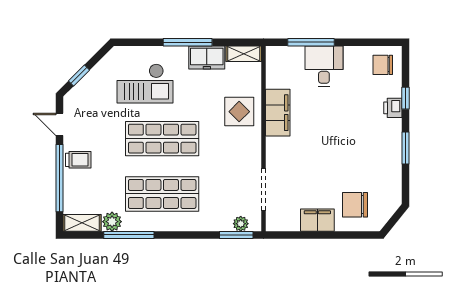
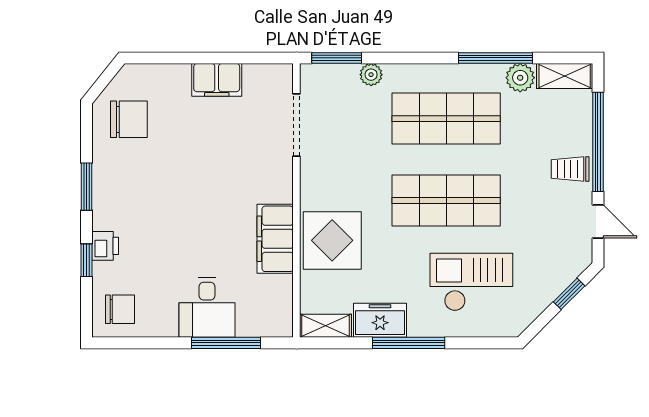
display table: (239, 112) -> (332, 240), width x1.36, depth x1.36
chair: (355, 205) -> (129, 119), moved
plant: (241, 224) -> (371, 75), moved

